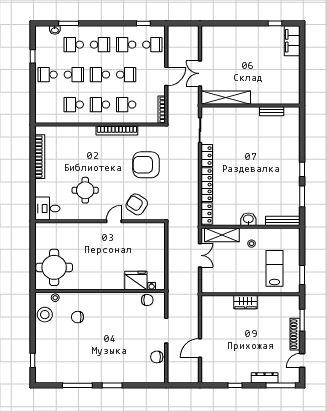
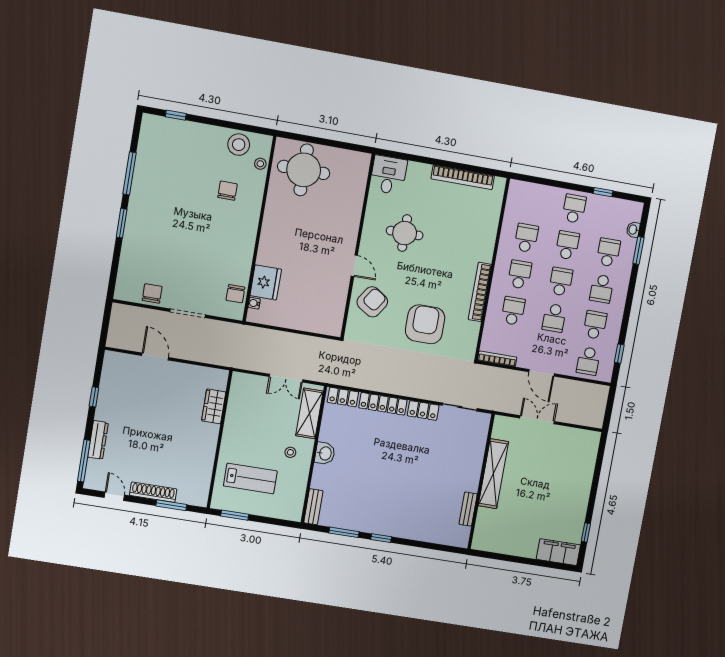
school desk: (74, 75) -> (567, 245), turned 180
shelving: (226, 98) -> (493, 474), moved
bench: (283, 221) -> (313, 507), width x0.73
wardrobe: (246, 302) -> (214, 406), moved

